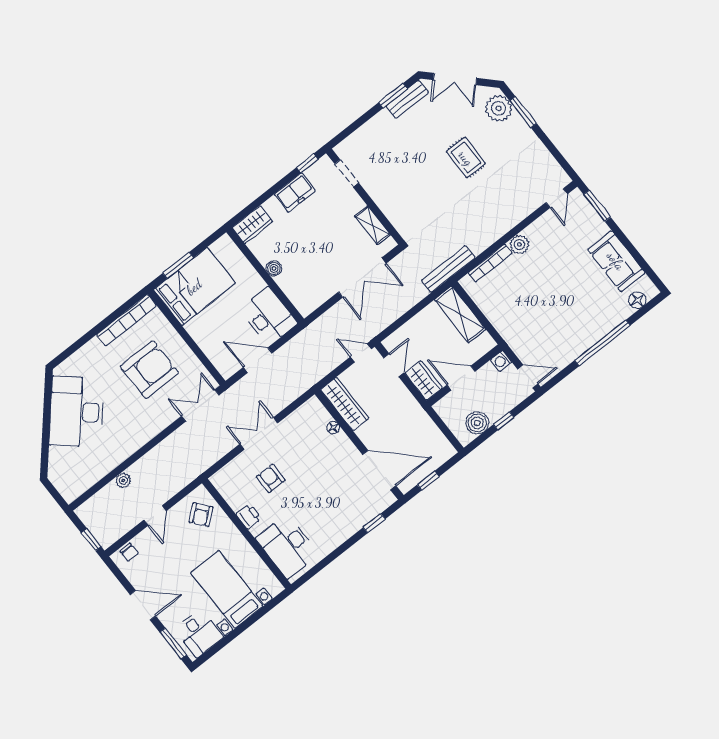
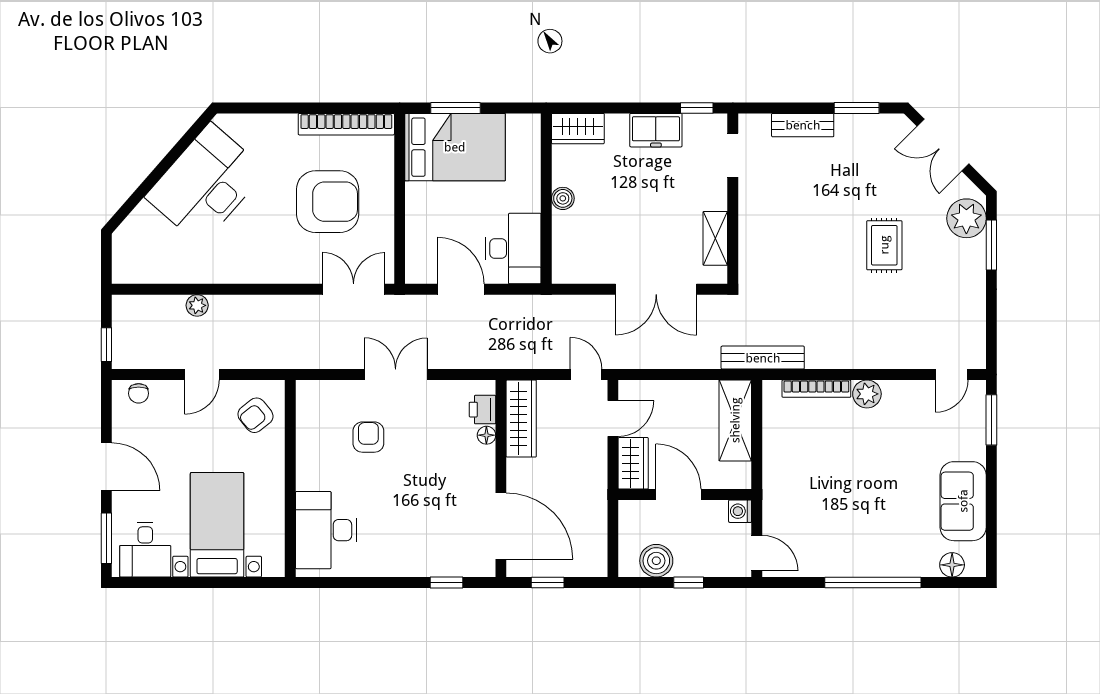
bench: (407, 99) -> (803, 125), moved
printer: (249, 516) -> (482, 410), moved, turned 180

